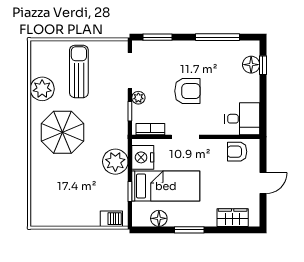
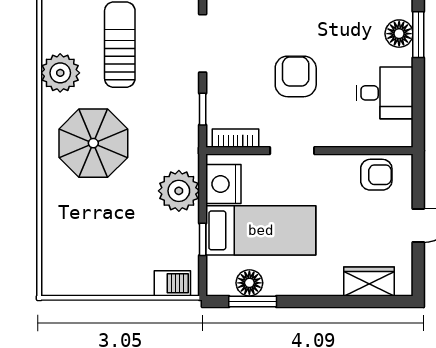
window: (263, 65) -> (418, 35), width x1.50
armchair: (187, 91) -> (296, 76), turned -90
plant: (138, 98) -> (216, 87), removed
desk: (242, 119) -> (385, 93), moved
armchair: (237, 152) -> (376, 175), turned 180
window: (189, 230) -> (253, 301), moved

